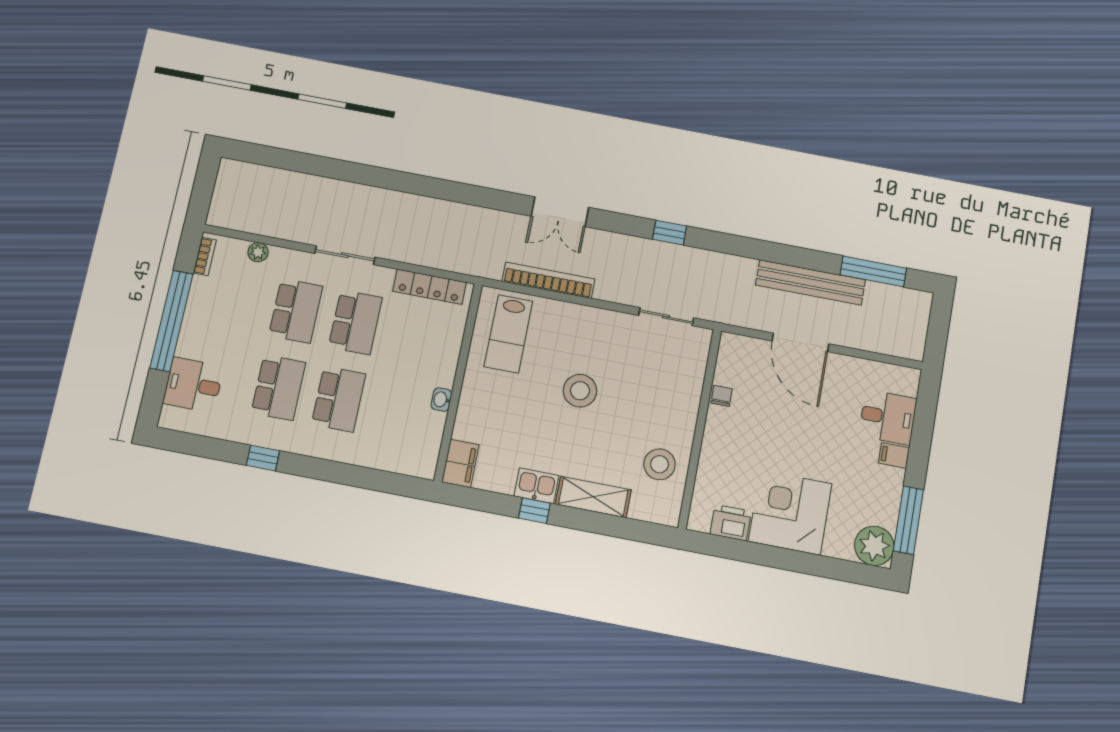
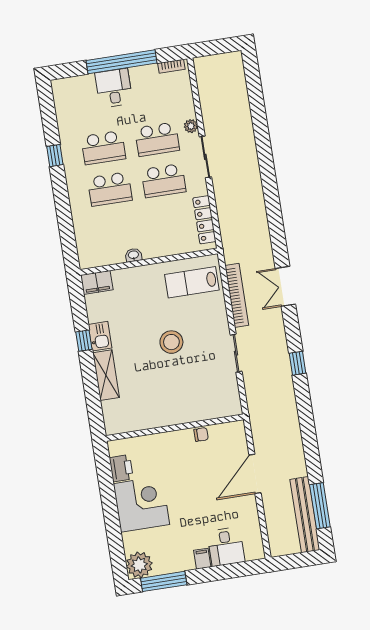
plant: (258, 252) -> (191, 126), moved
bench: (810, 282) -> (305, 515), moved
sliding door: (666, 317) -> (236, 353), moved
desk: (193, 385) -> (114, 88), moved
stool: (660, 464) -> (142, 410), removed

